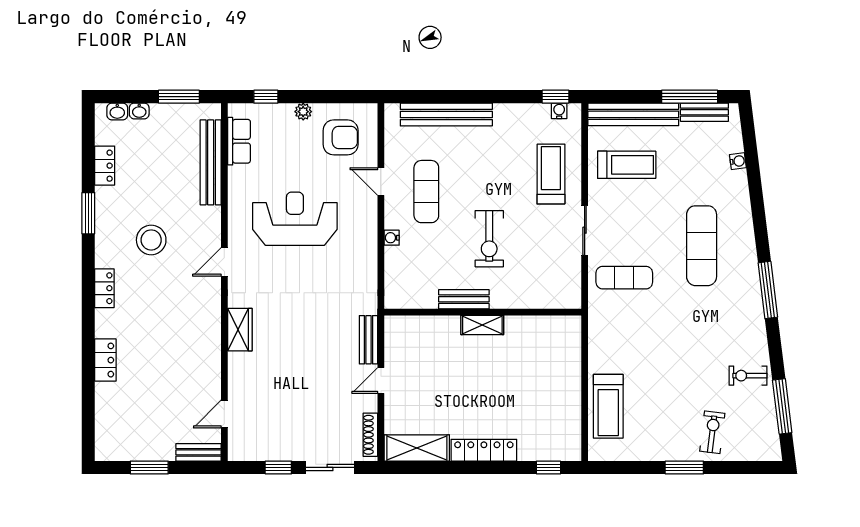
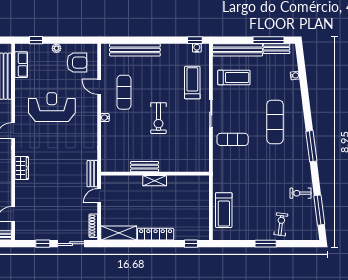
bench: (464, 299) -> (145, 167), moved
wall: (483, 312) -> (155, 174), moved
shelving: (482, 325) -> (155, 181), moved

